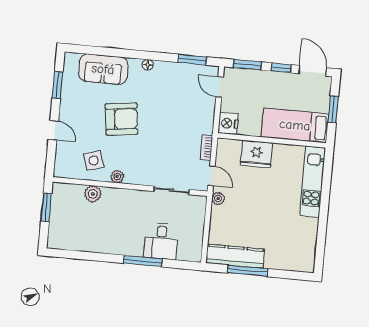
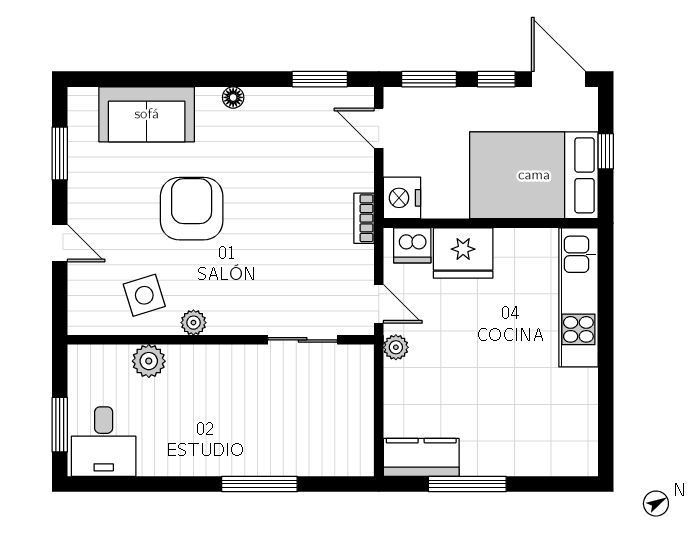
window: (333, 109) -> (606, 151), width x0.67
armchair: (122, 119) -> (192, 209), turned -83
bed: (295, 125) -> (534, 175), width x1.50
bookcase: (207, 148) -> (364, 218), moved
dishwasher: (231, 148) -> (412, 245), added
window: (46, 207) -> (60, 425), moved
desk: (161, 241) -> (104, 442), moved
kitchen counter: (235, 256) -> (421, 457), width x0.67

